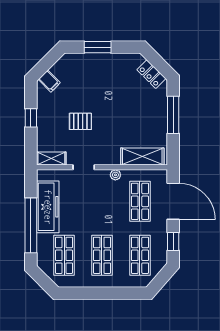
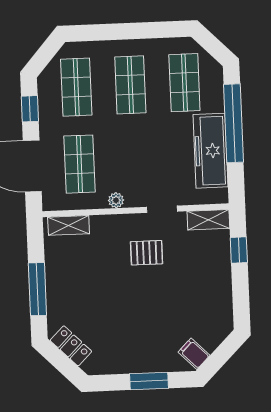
filing cabinet: (49, 81) -> (194, 354), moved
window: (31, 118) -> (239, 250), moved
pallet: (80, 121) -> (147, 253), moved
shelving: (142, 156) -> (69, 225), width x0.67, depth x0.75

